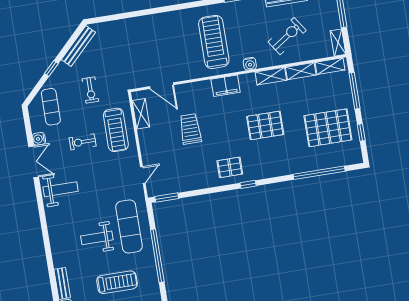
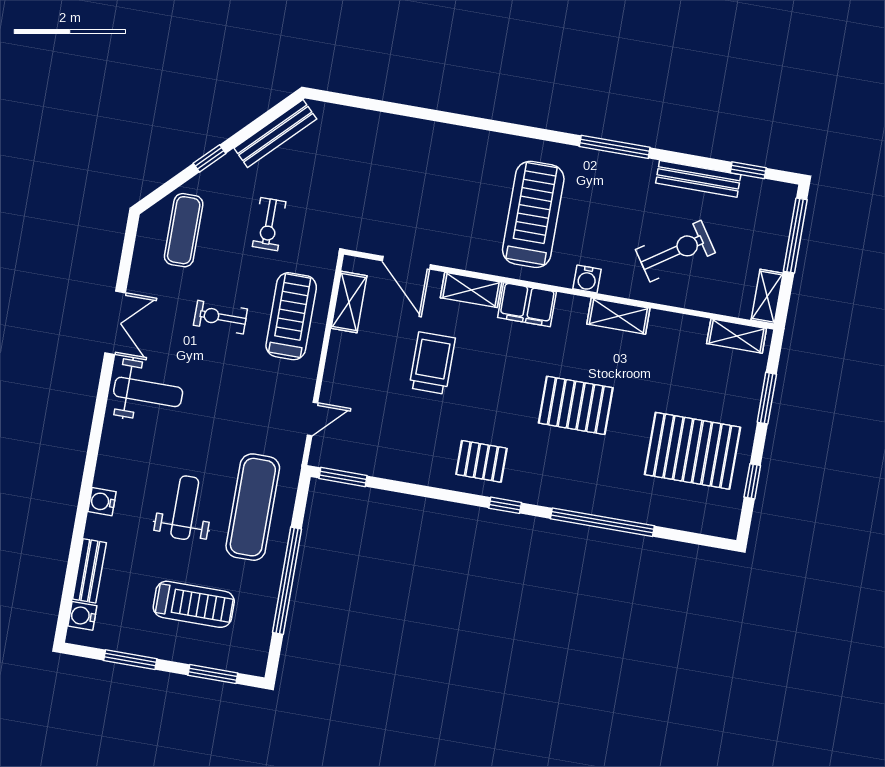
shelving: (301, 71) -> (471, 290), moved
window: (354, 91) -> (767, 398), width x0.69
treadmill: (116, 130) -> (291, 316), turned 180
water cooler: (39, 139) -> (102, 502), moved
window: (319, 173) -> (602, 522), moved
weight bench: (97, 238) -> (185, 508), turned 90

